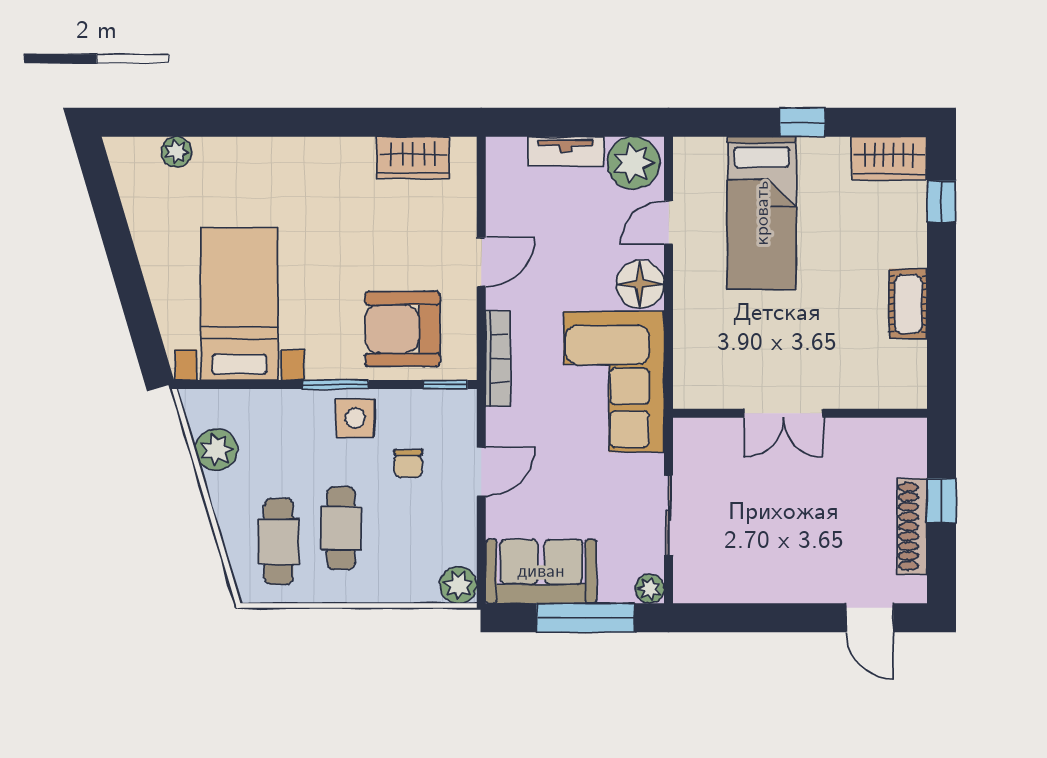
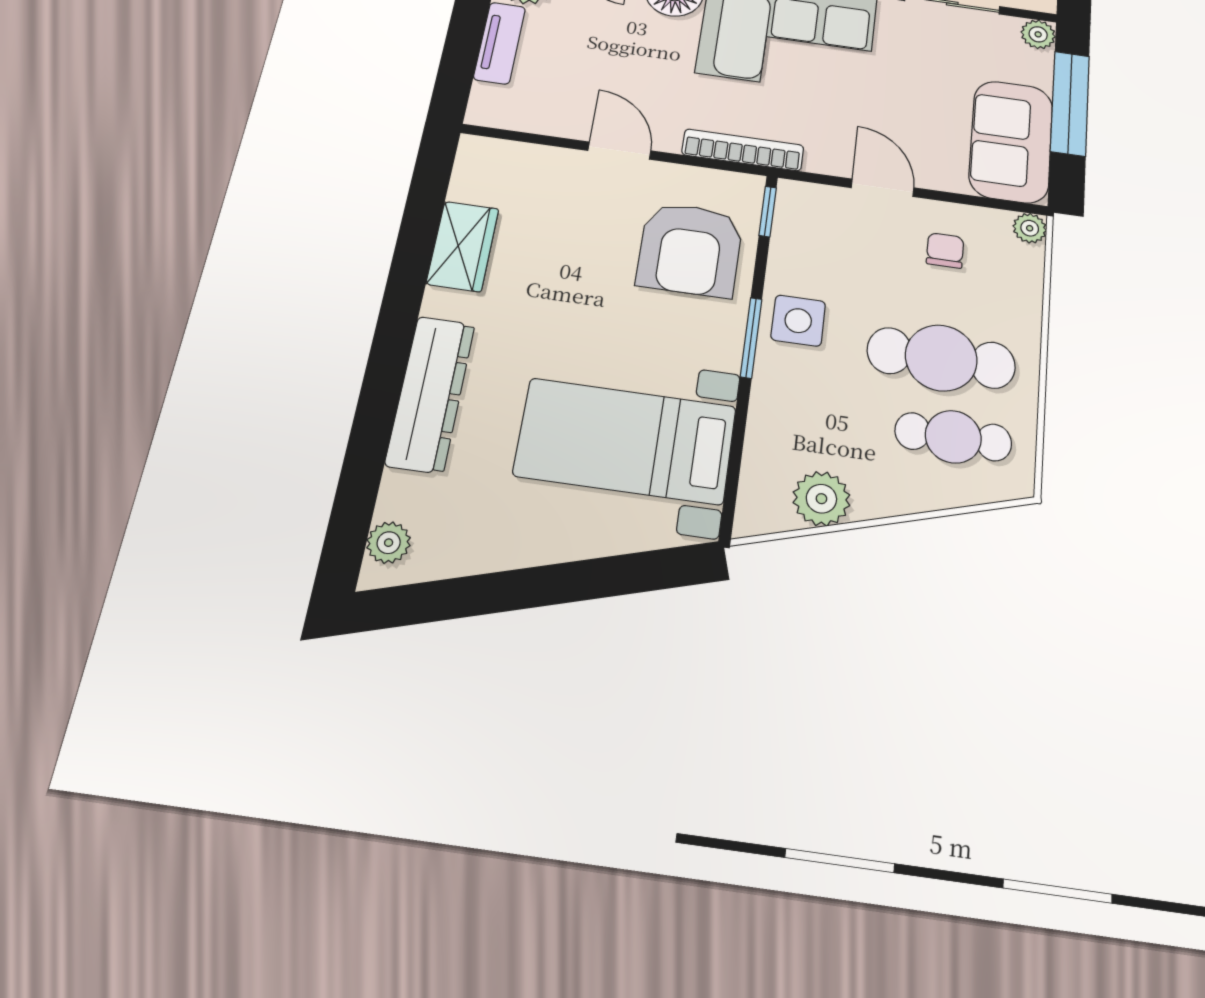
plant: (176, 152) -> (389, 543), moved
dresser: (255, 158) -> (430, 394), added
wardrobe: (413, 158) -> (463, 246), moved
chair: (408, 463) -> (945, 250), moved, turned -90
cafe table: (341, 528) -> (941, 358), width x1.37, depth x1.35
plant: (458, 585) -> (1030, 228), width x0.73, depth x0.73

